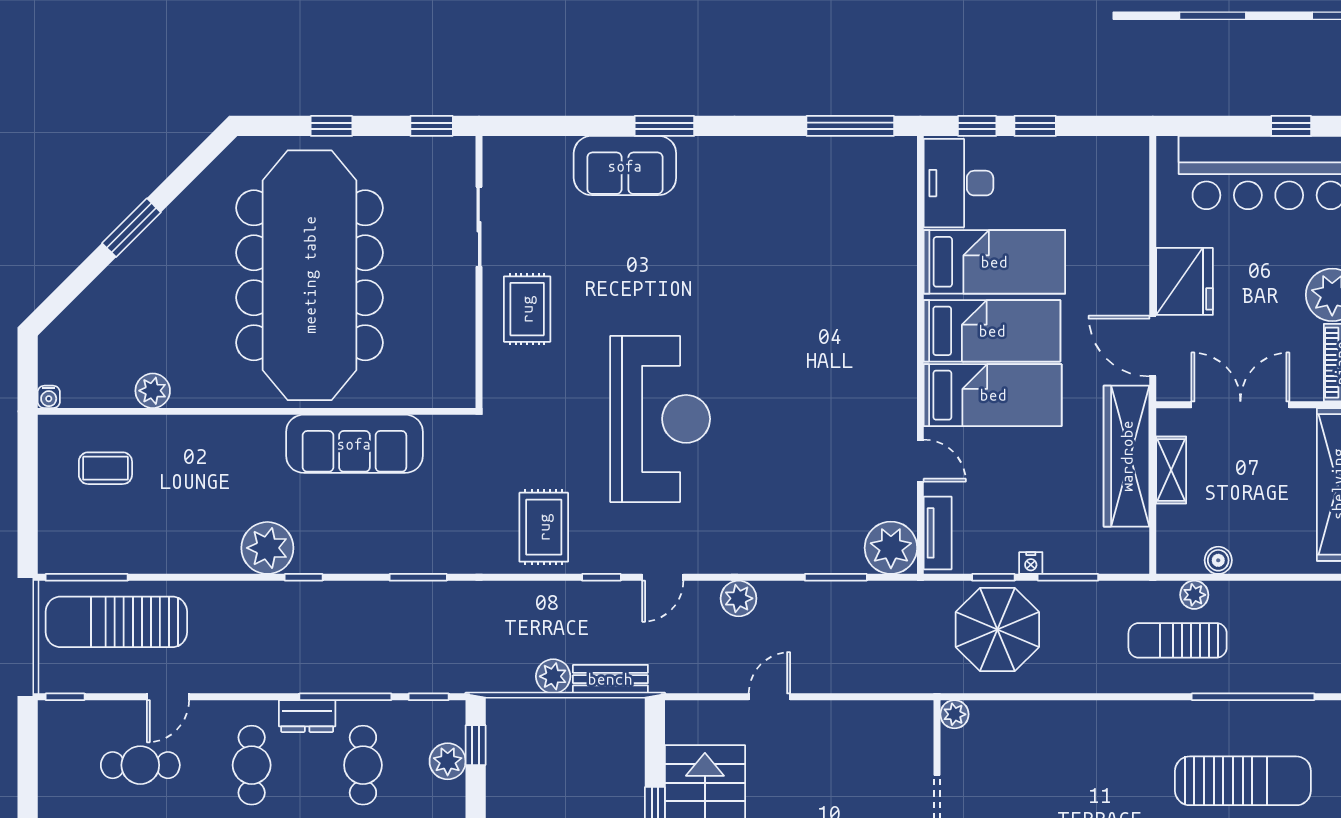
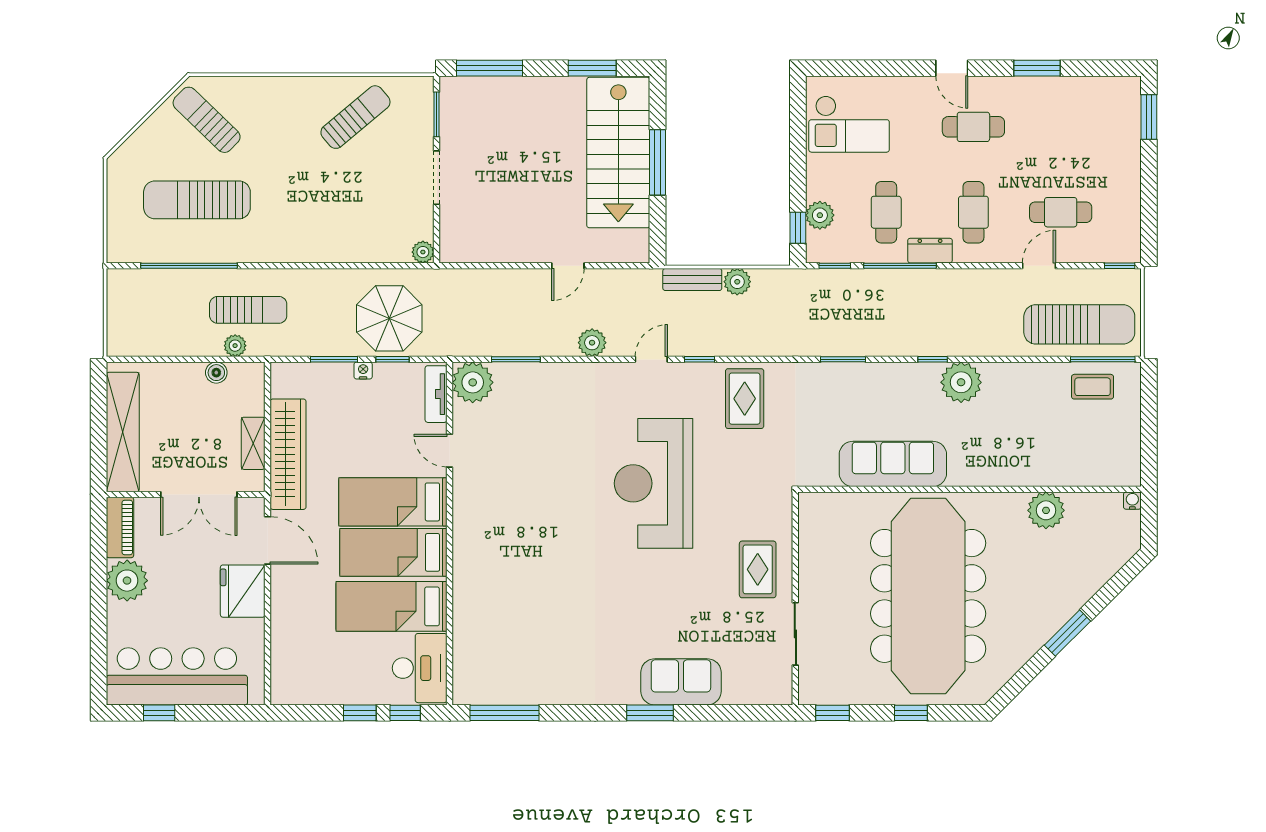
plant: (153, 391) -> (1046, 510), width x1.36, depth x1.36
coffee table: (105, 468) -> (1093, 387), moved

